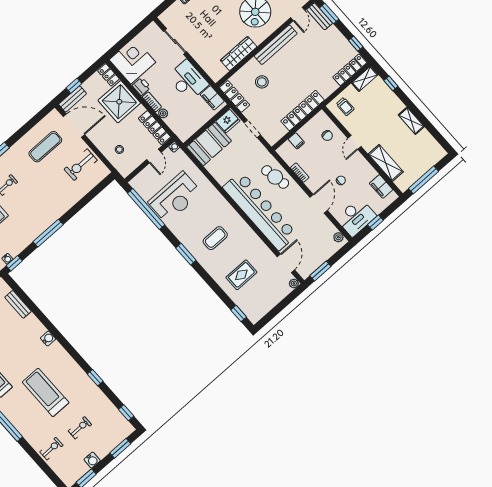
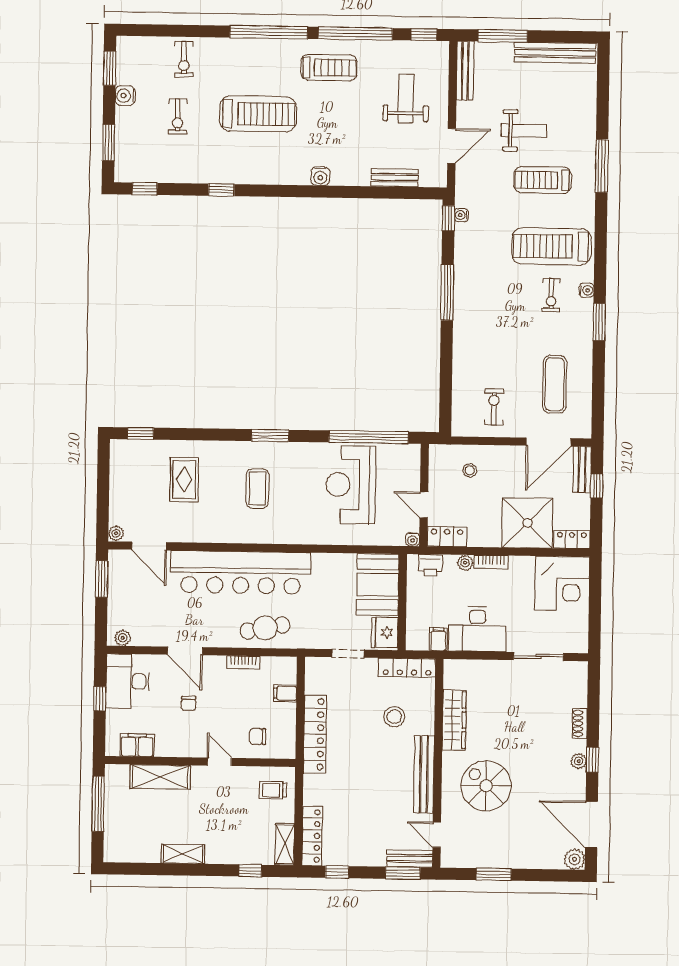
printer: (141, 86) -> (430, 565), moved
filing cabinet: (212, 98) -> (438, 639), width x0.50
locker: (155, 128) -> (447, 537), width x0.66
exercise bike: (81, 165) -> (494, 407), width x0.73, depth x0.72

